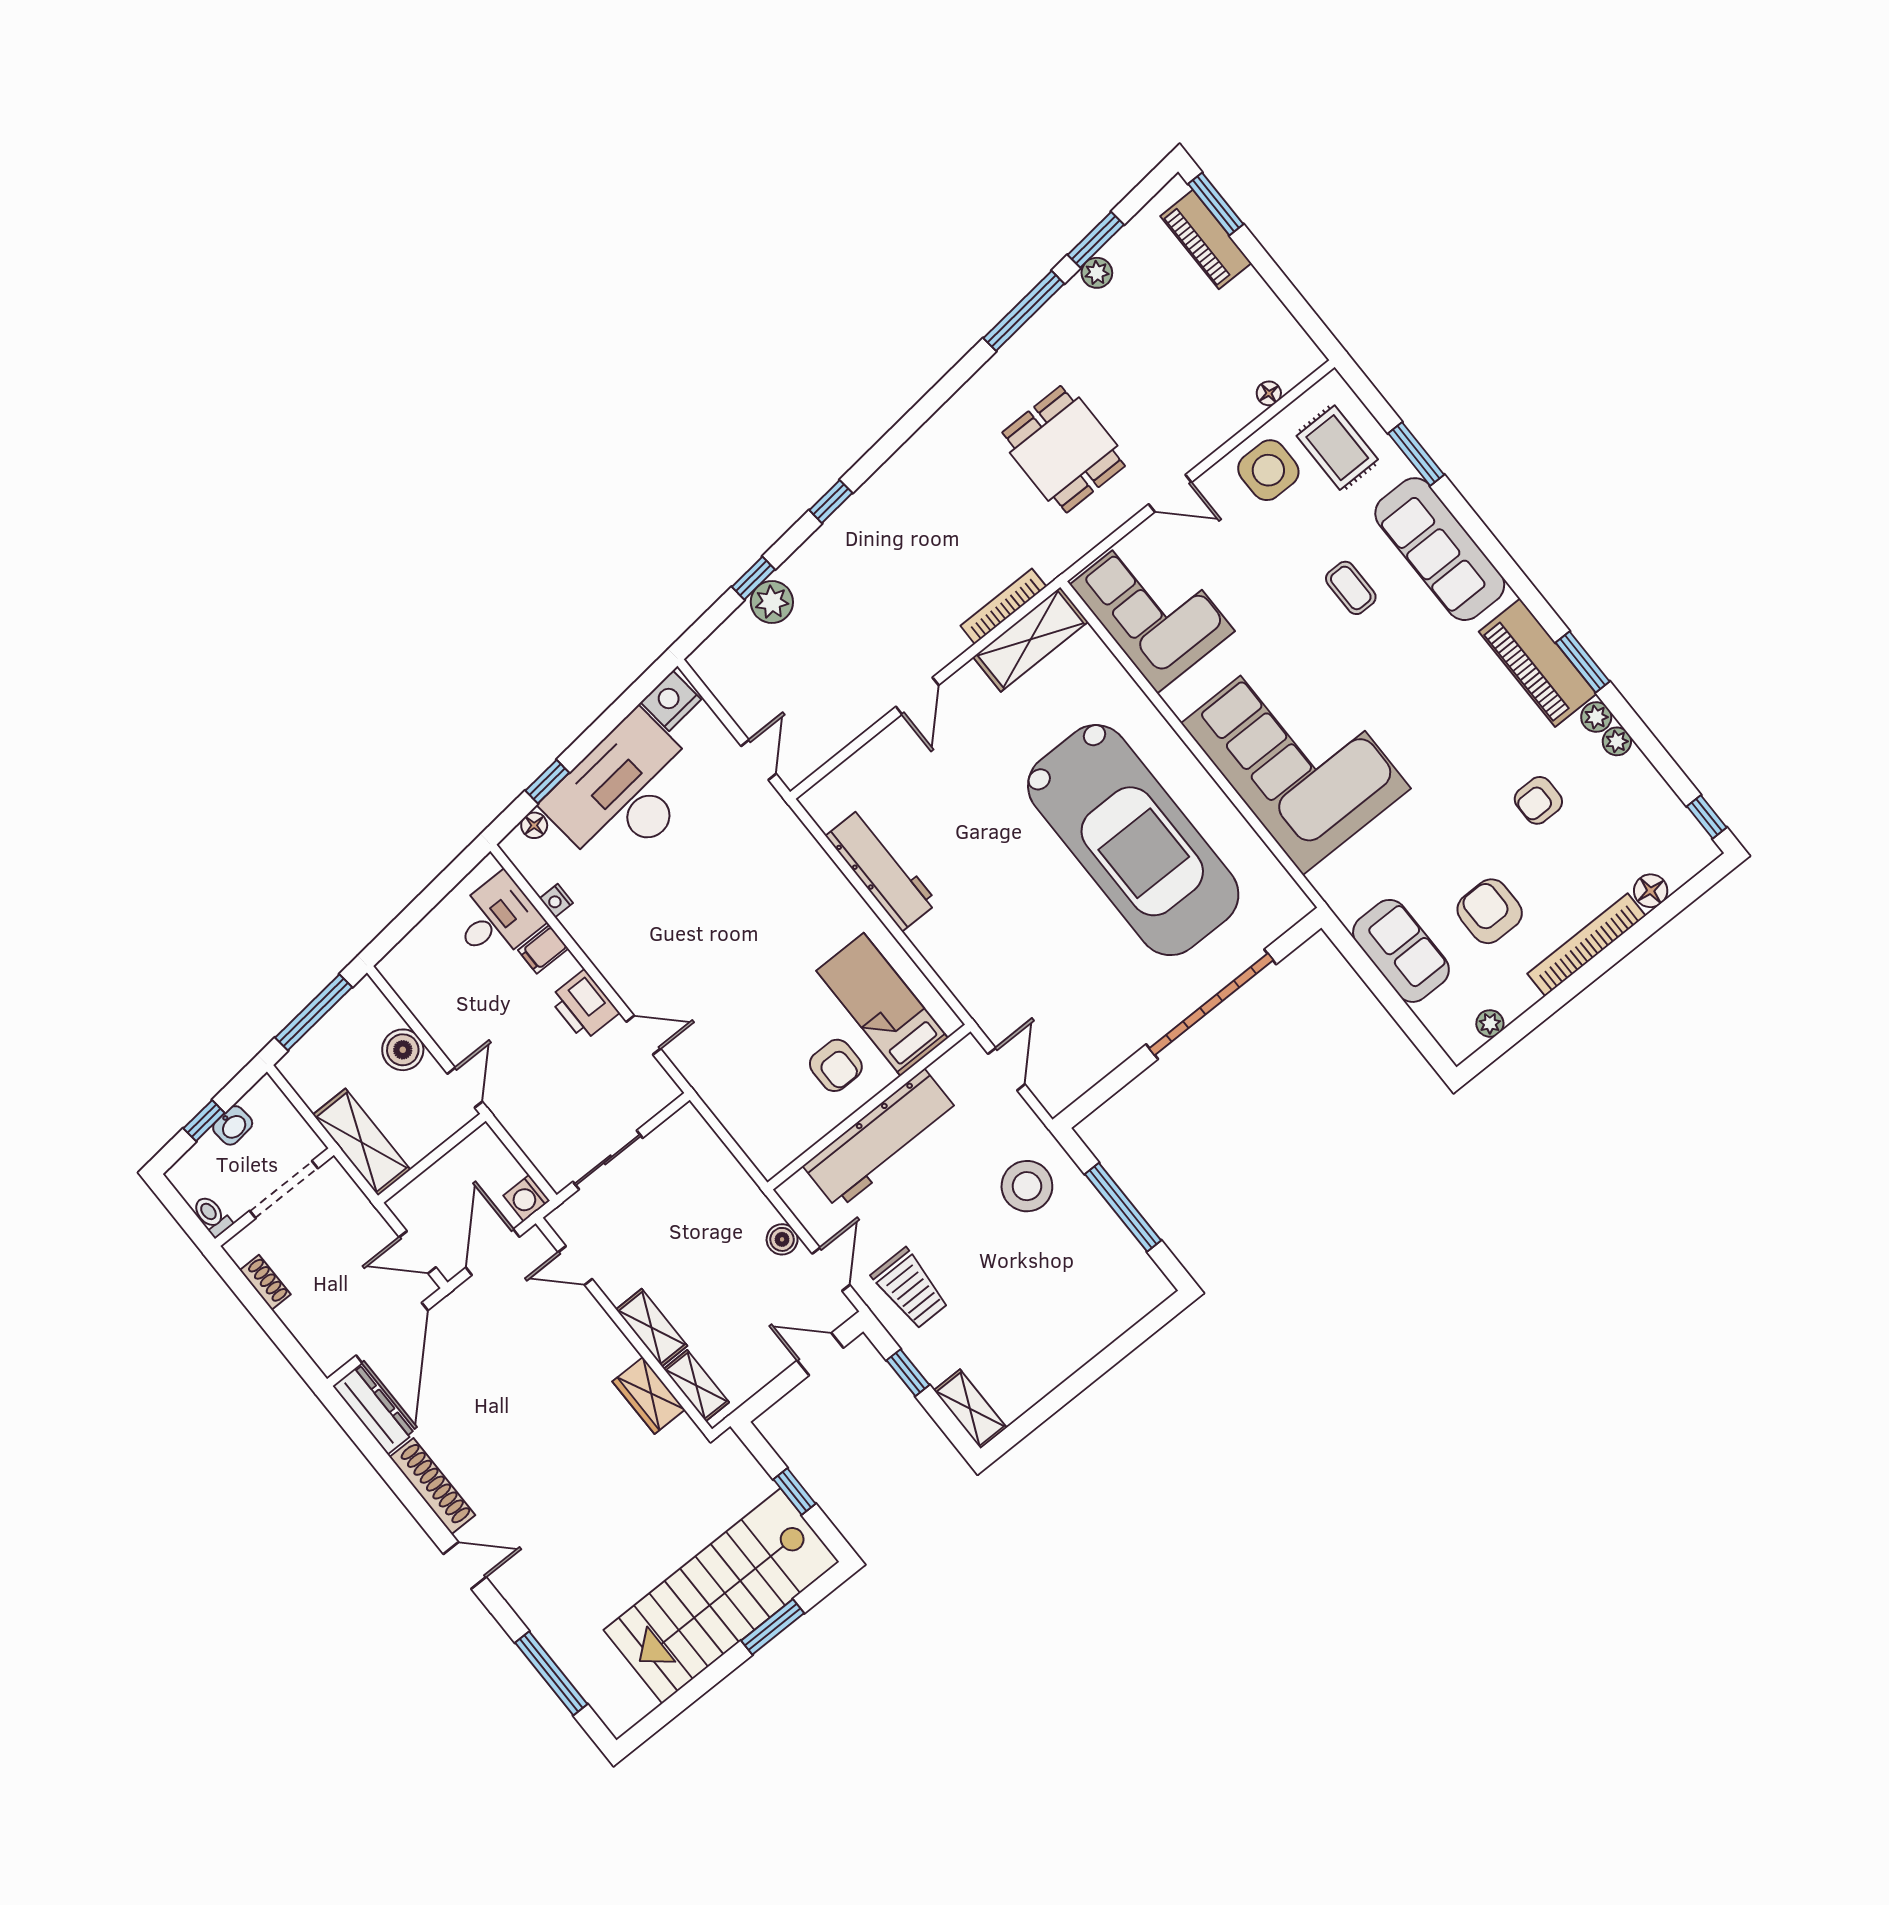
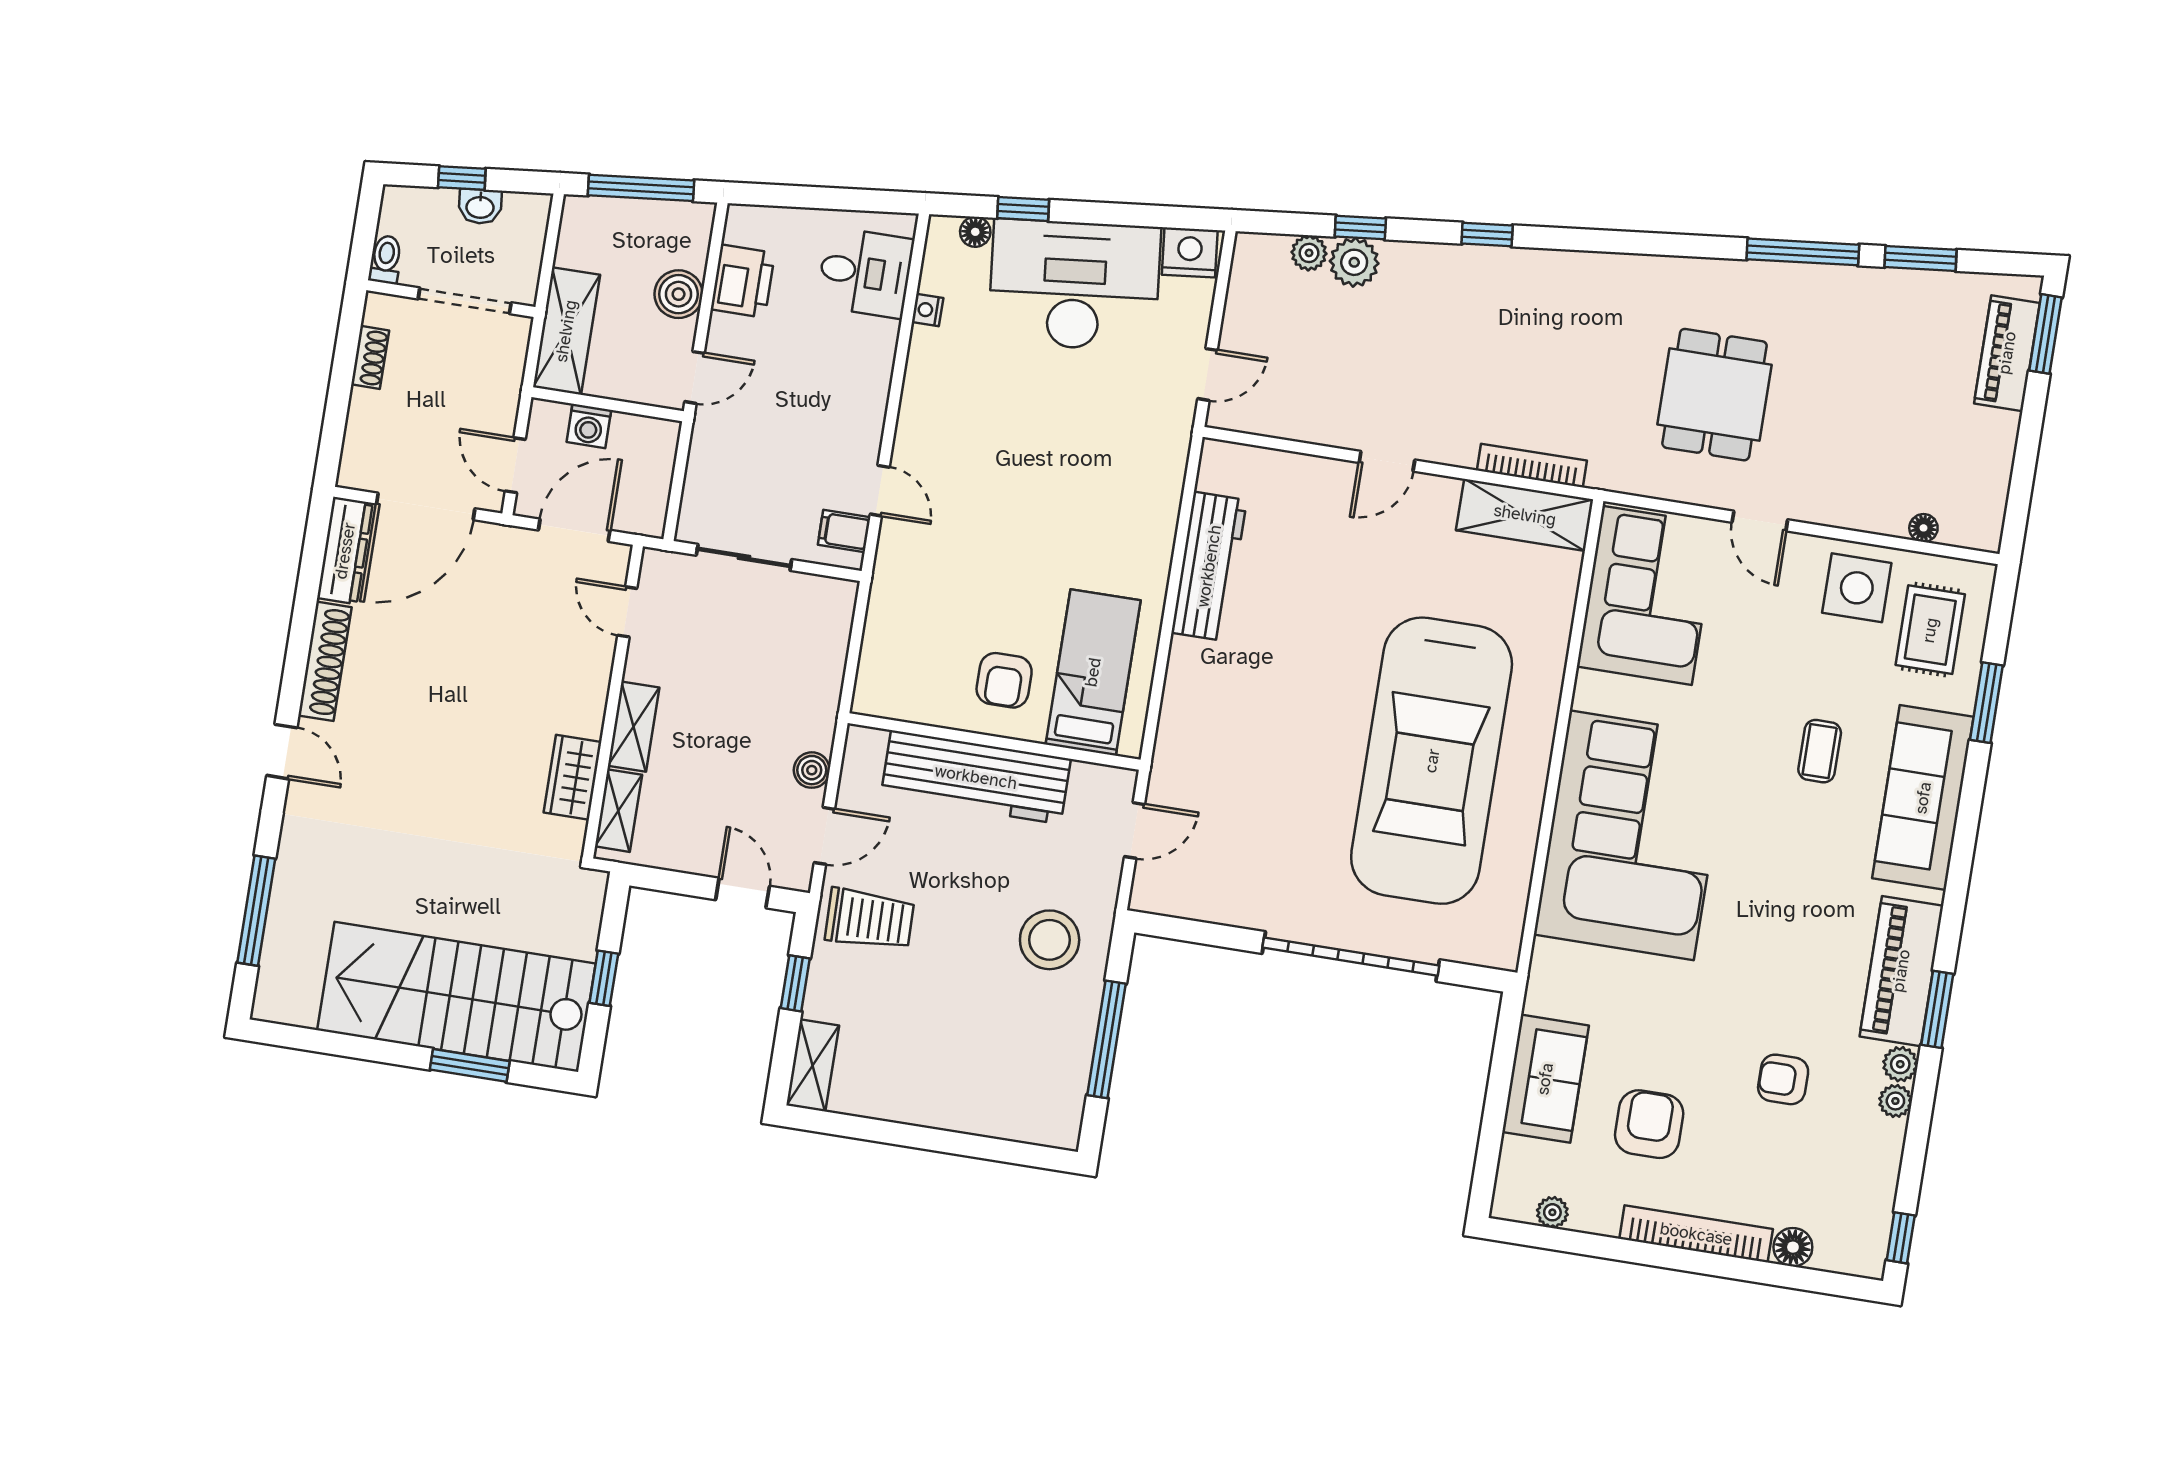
plant: (1097, 273) -> (1309, 253), moved
filing cabinet: (543, 949) -> (844, 531), moved
printer: (584, 1005) -> (743, 281), moved, turned 180
washing machine: (526, 1198) -> (589, 426), moved, turned -90
trolley: (910, 1289) -> (870, 919), turned -91

